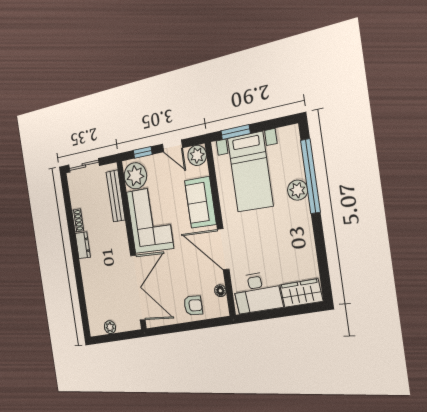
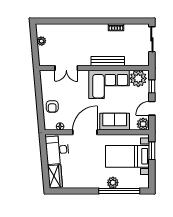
bench: (116, 196) -> (108, 61), moved
dresser: (83, 245) -> (99, 29), removed
double door: (138, 288) -> (66, 68), width x0.54

